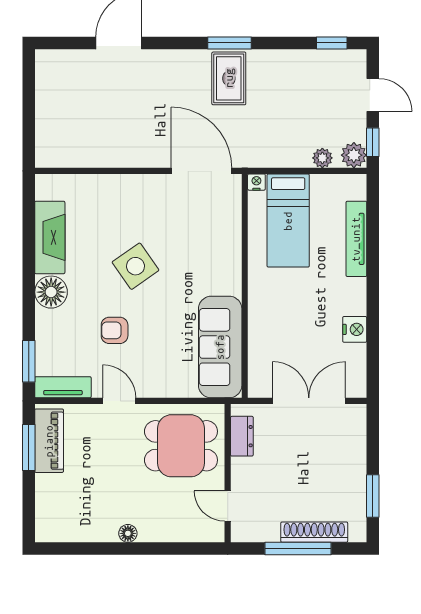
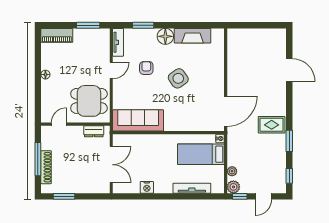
window: (229, 43) -> (289, 141), moved
window: (29, 361) -> (143, 25), moved
piano: (49, 441) -> (57, 35), moved
dining table: (181, 446) -> (89, 101), turned 90

